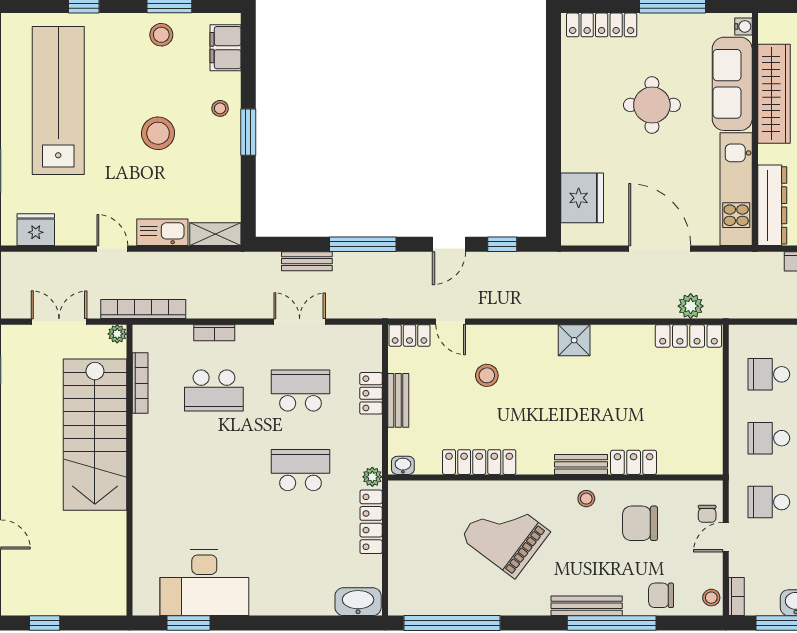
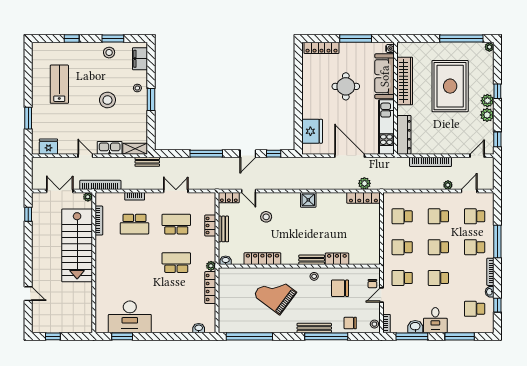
lab bench: (58, 100) -> (59, 84), width x0.54, depth x0.72
bench: (307, 261) -> (147, 162), moved
washbasin: (358, 602) -> (199, 328), width x0.52, depth x0.69

